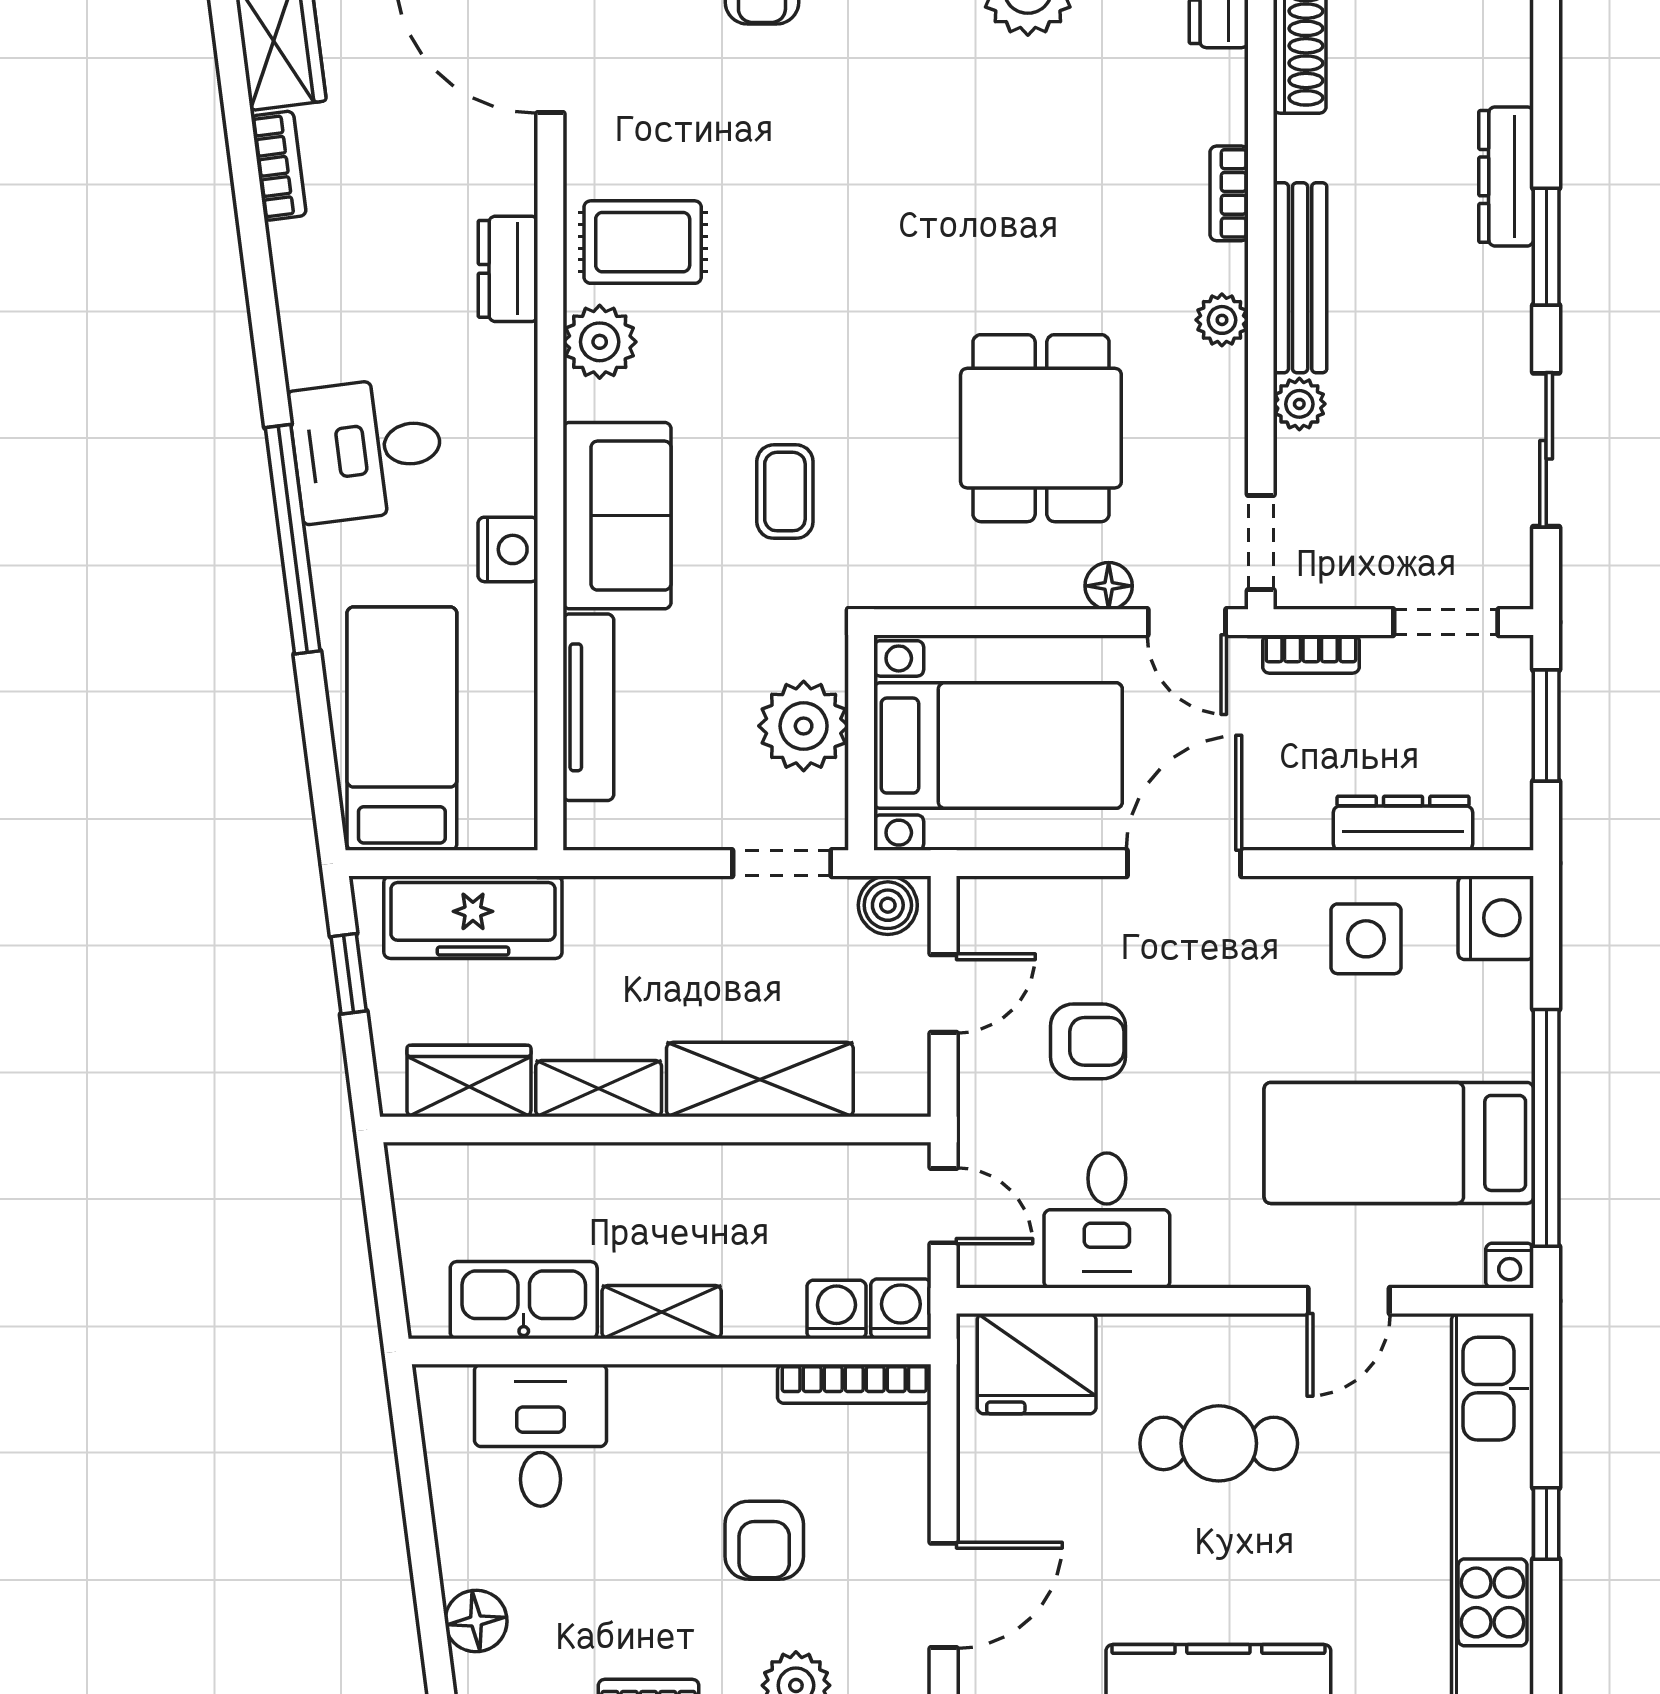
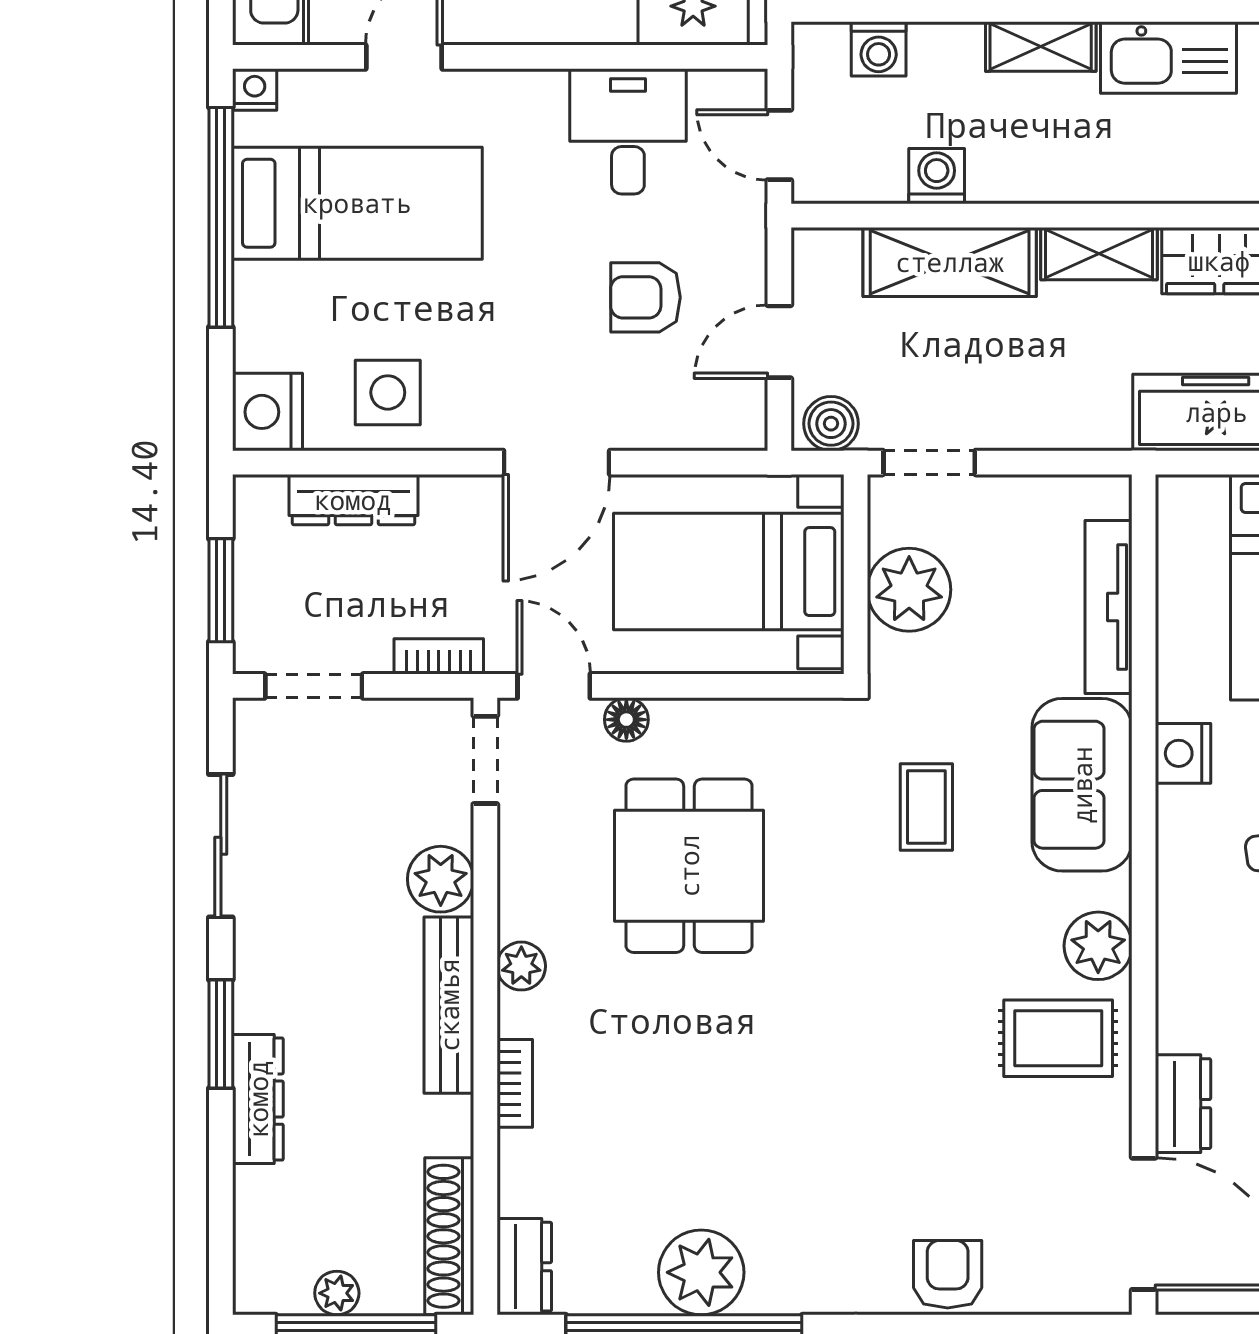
dresser: (508, 269) -> (1183, 1104), moved
plant: (1299, 404) -> (441, 879), width x1.38, depth x1.38
washing machine: (901, 1309) -> (937, 176), moved, turned 180

